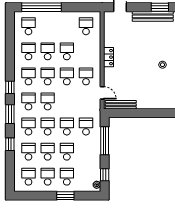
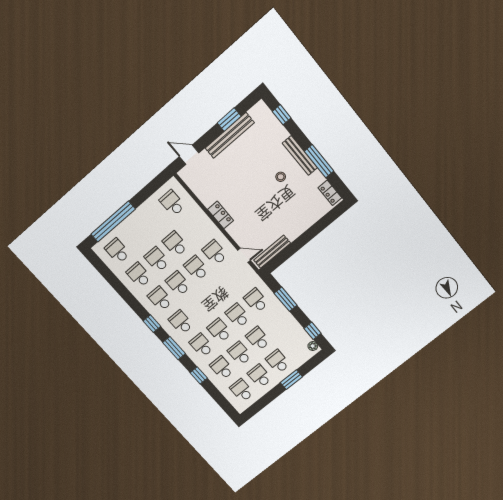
school desk: (48, 101) -> (199, 307), removed
window: (105, 141) -> (286, 299), width x0.69

